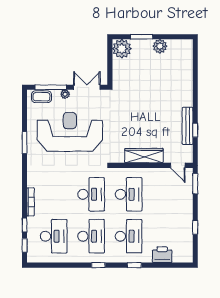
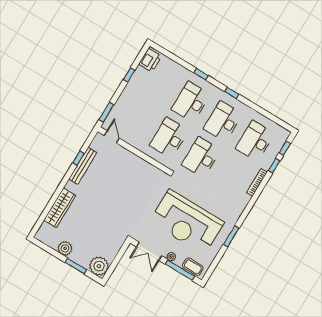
wardrobe: (144, 156) -> (60, 208), moved, turned -90
printer: (162, 255) -> (150, 60), moved, turned -90

